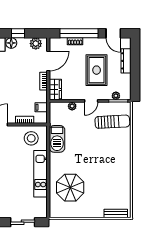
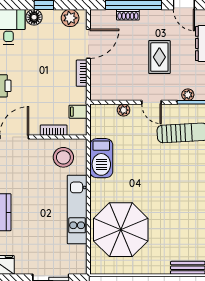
rug: (97, 70) -> (159, 57), width x0.73, depth x0.70
wardrobe: (55, 89) -> (99, 85), removed
door: (91, 101) -> (151, 102), hinge flipped
parasol: (70, 188) -> (121, 230), width x1.36, depth x1.36

